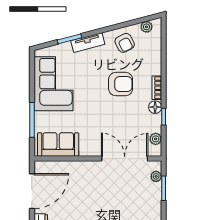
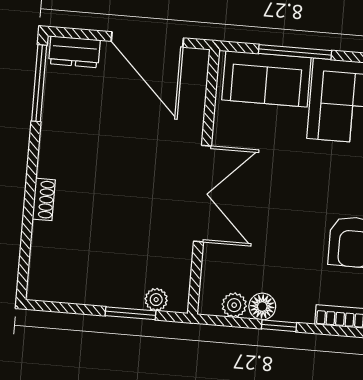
floor lamp: (155, 107) -> (262, 307), moved
sofa: (58, 145) -> (266, 79), moved, turned 90
double door: (125, 159) -> (202, 194), moved

